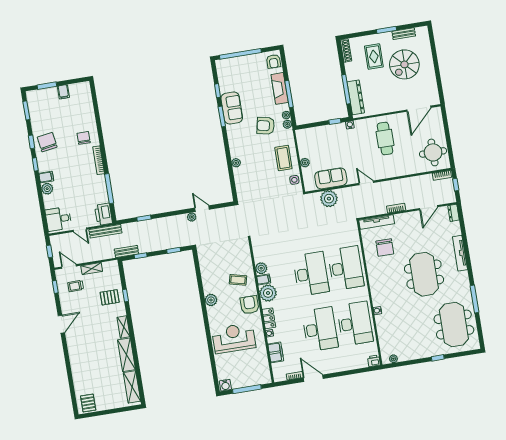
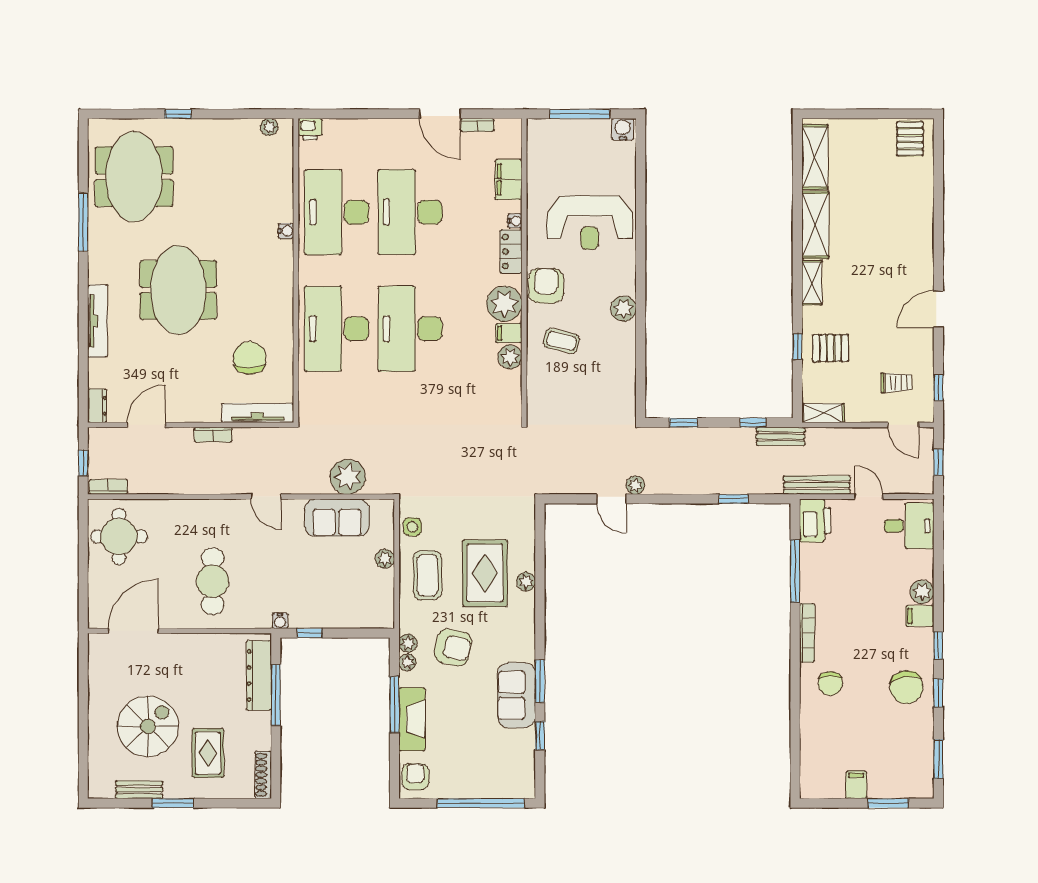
rug: (256, 163) -> (485, 573), added
shelving: (92, 269) -> (823, 413), moved
armchair: (250, 305) -> (546, 286), turned 180

